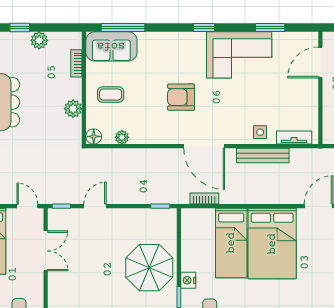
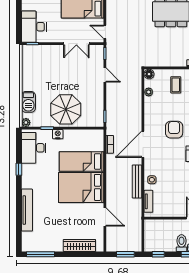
plant: (73, 109) -> (167, 61), removed
door: (27, 206) -> (105, 32), swing flipped

